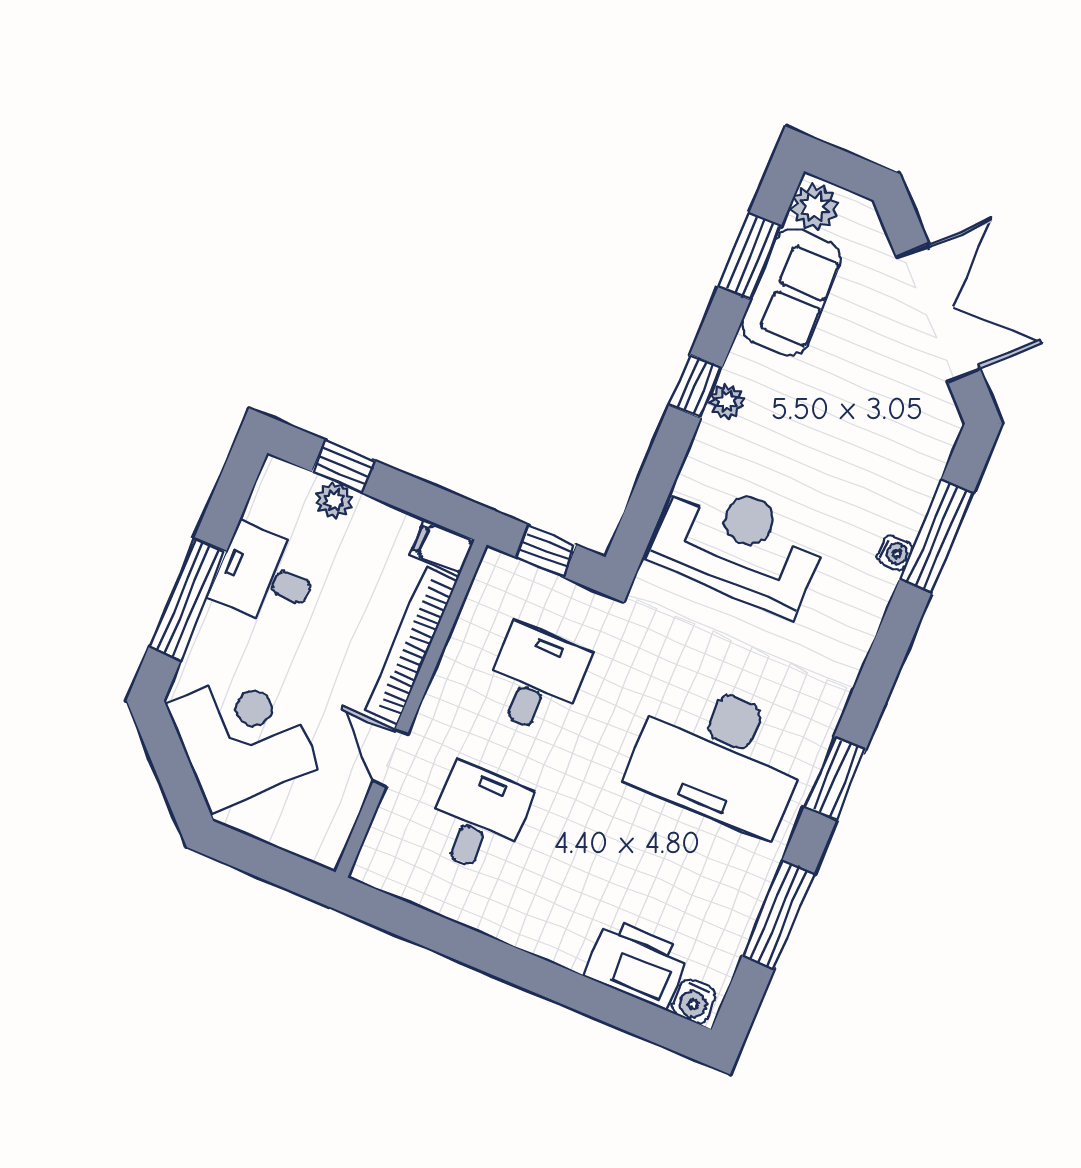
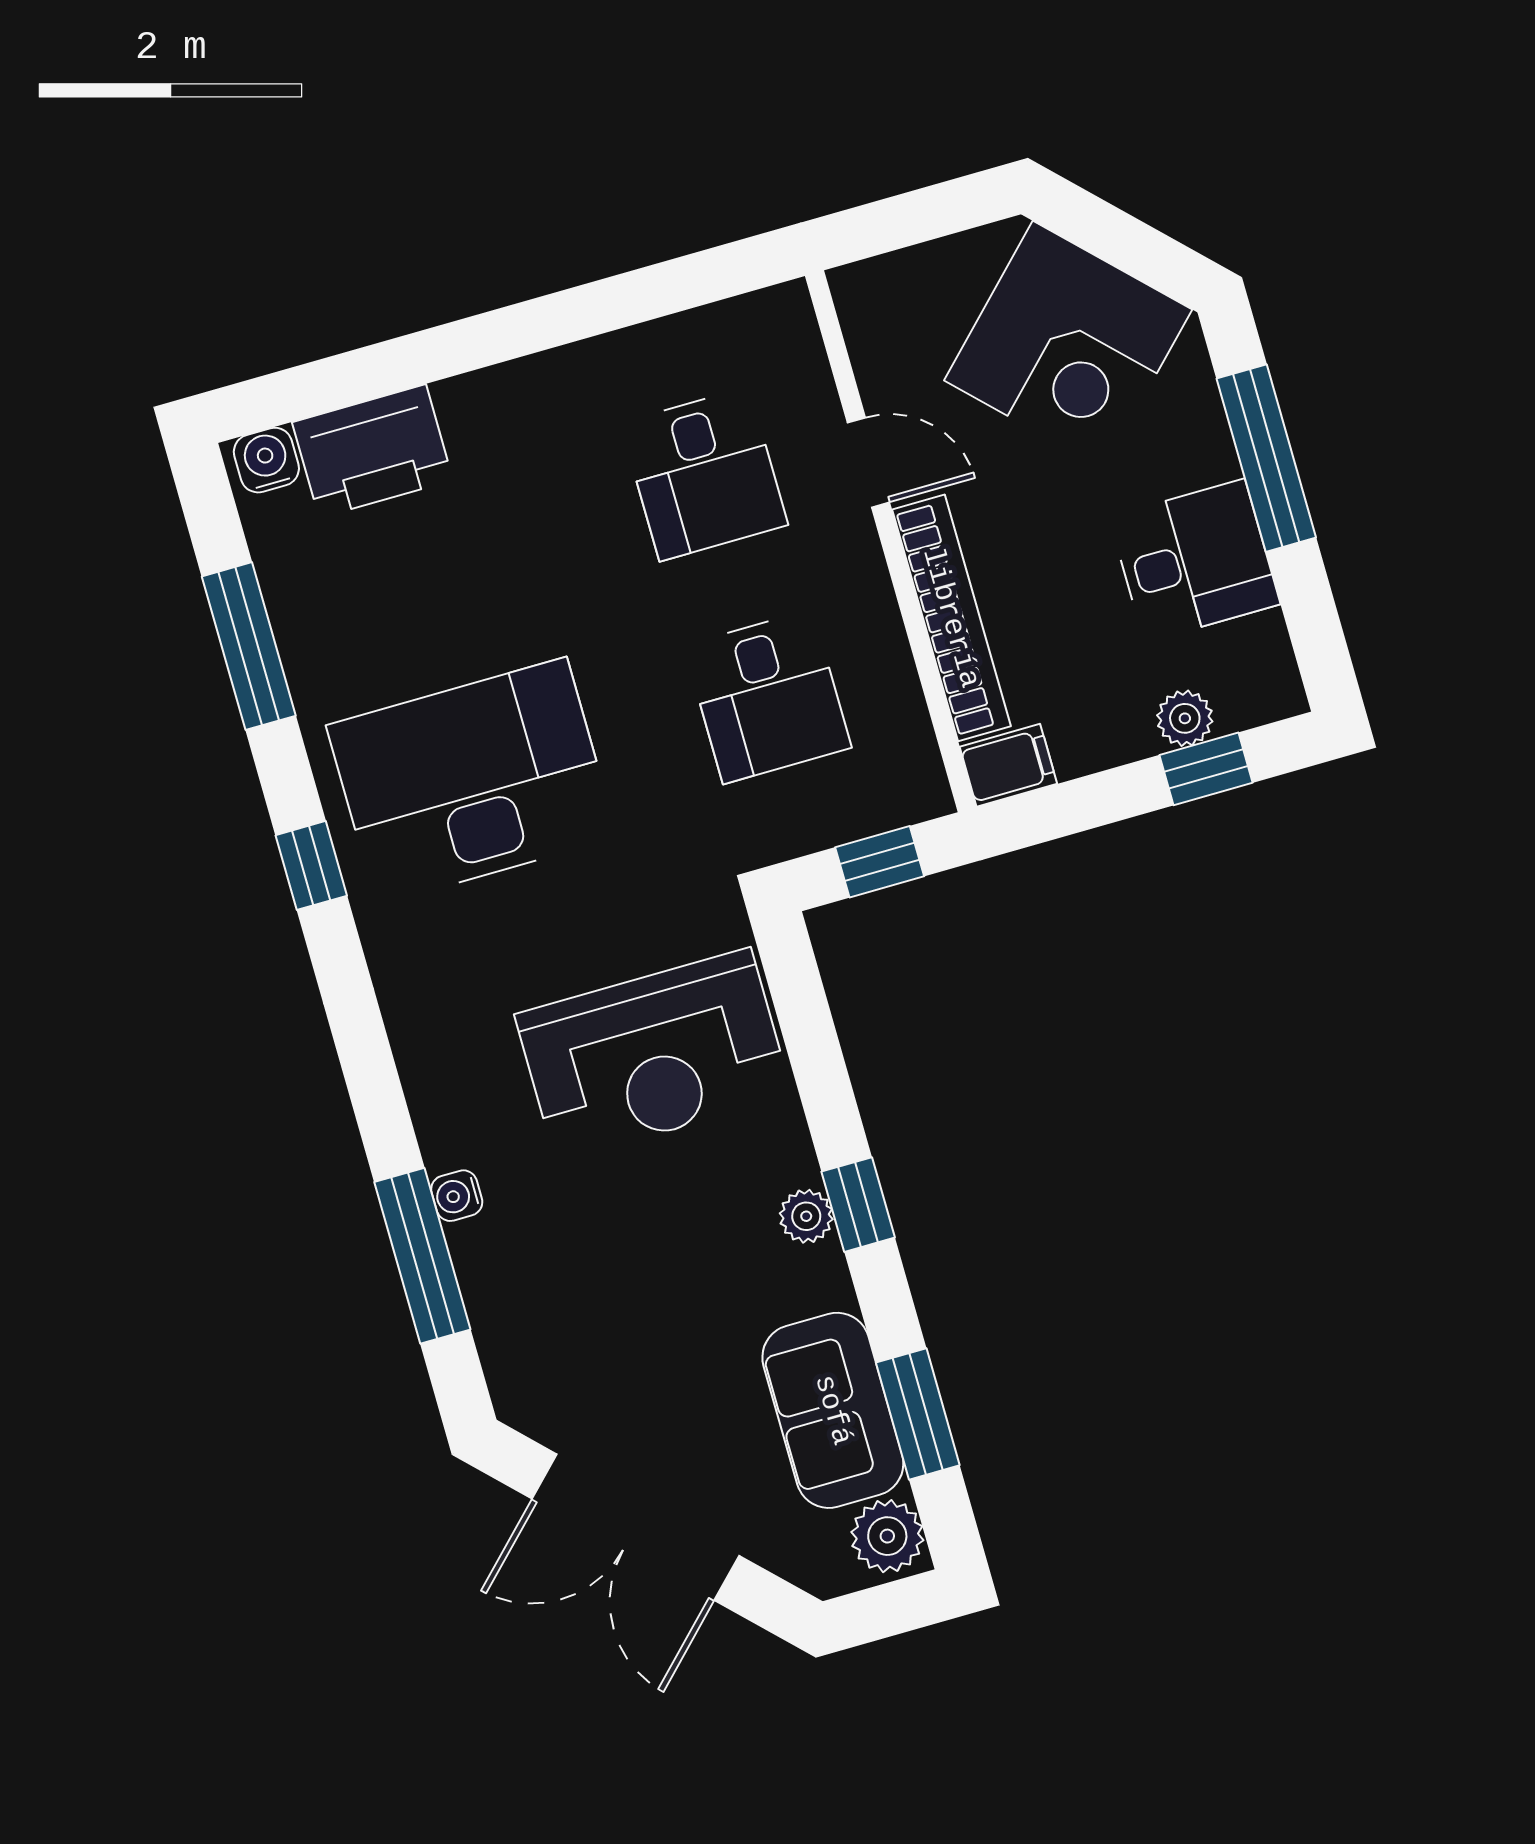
window: (835, 779) -> (311, 865), width x0.67

